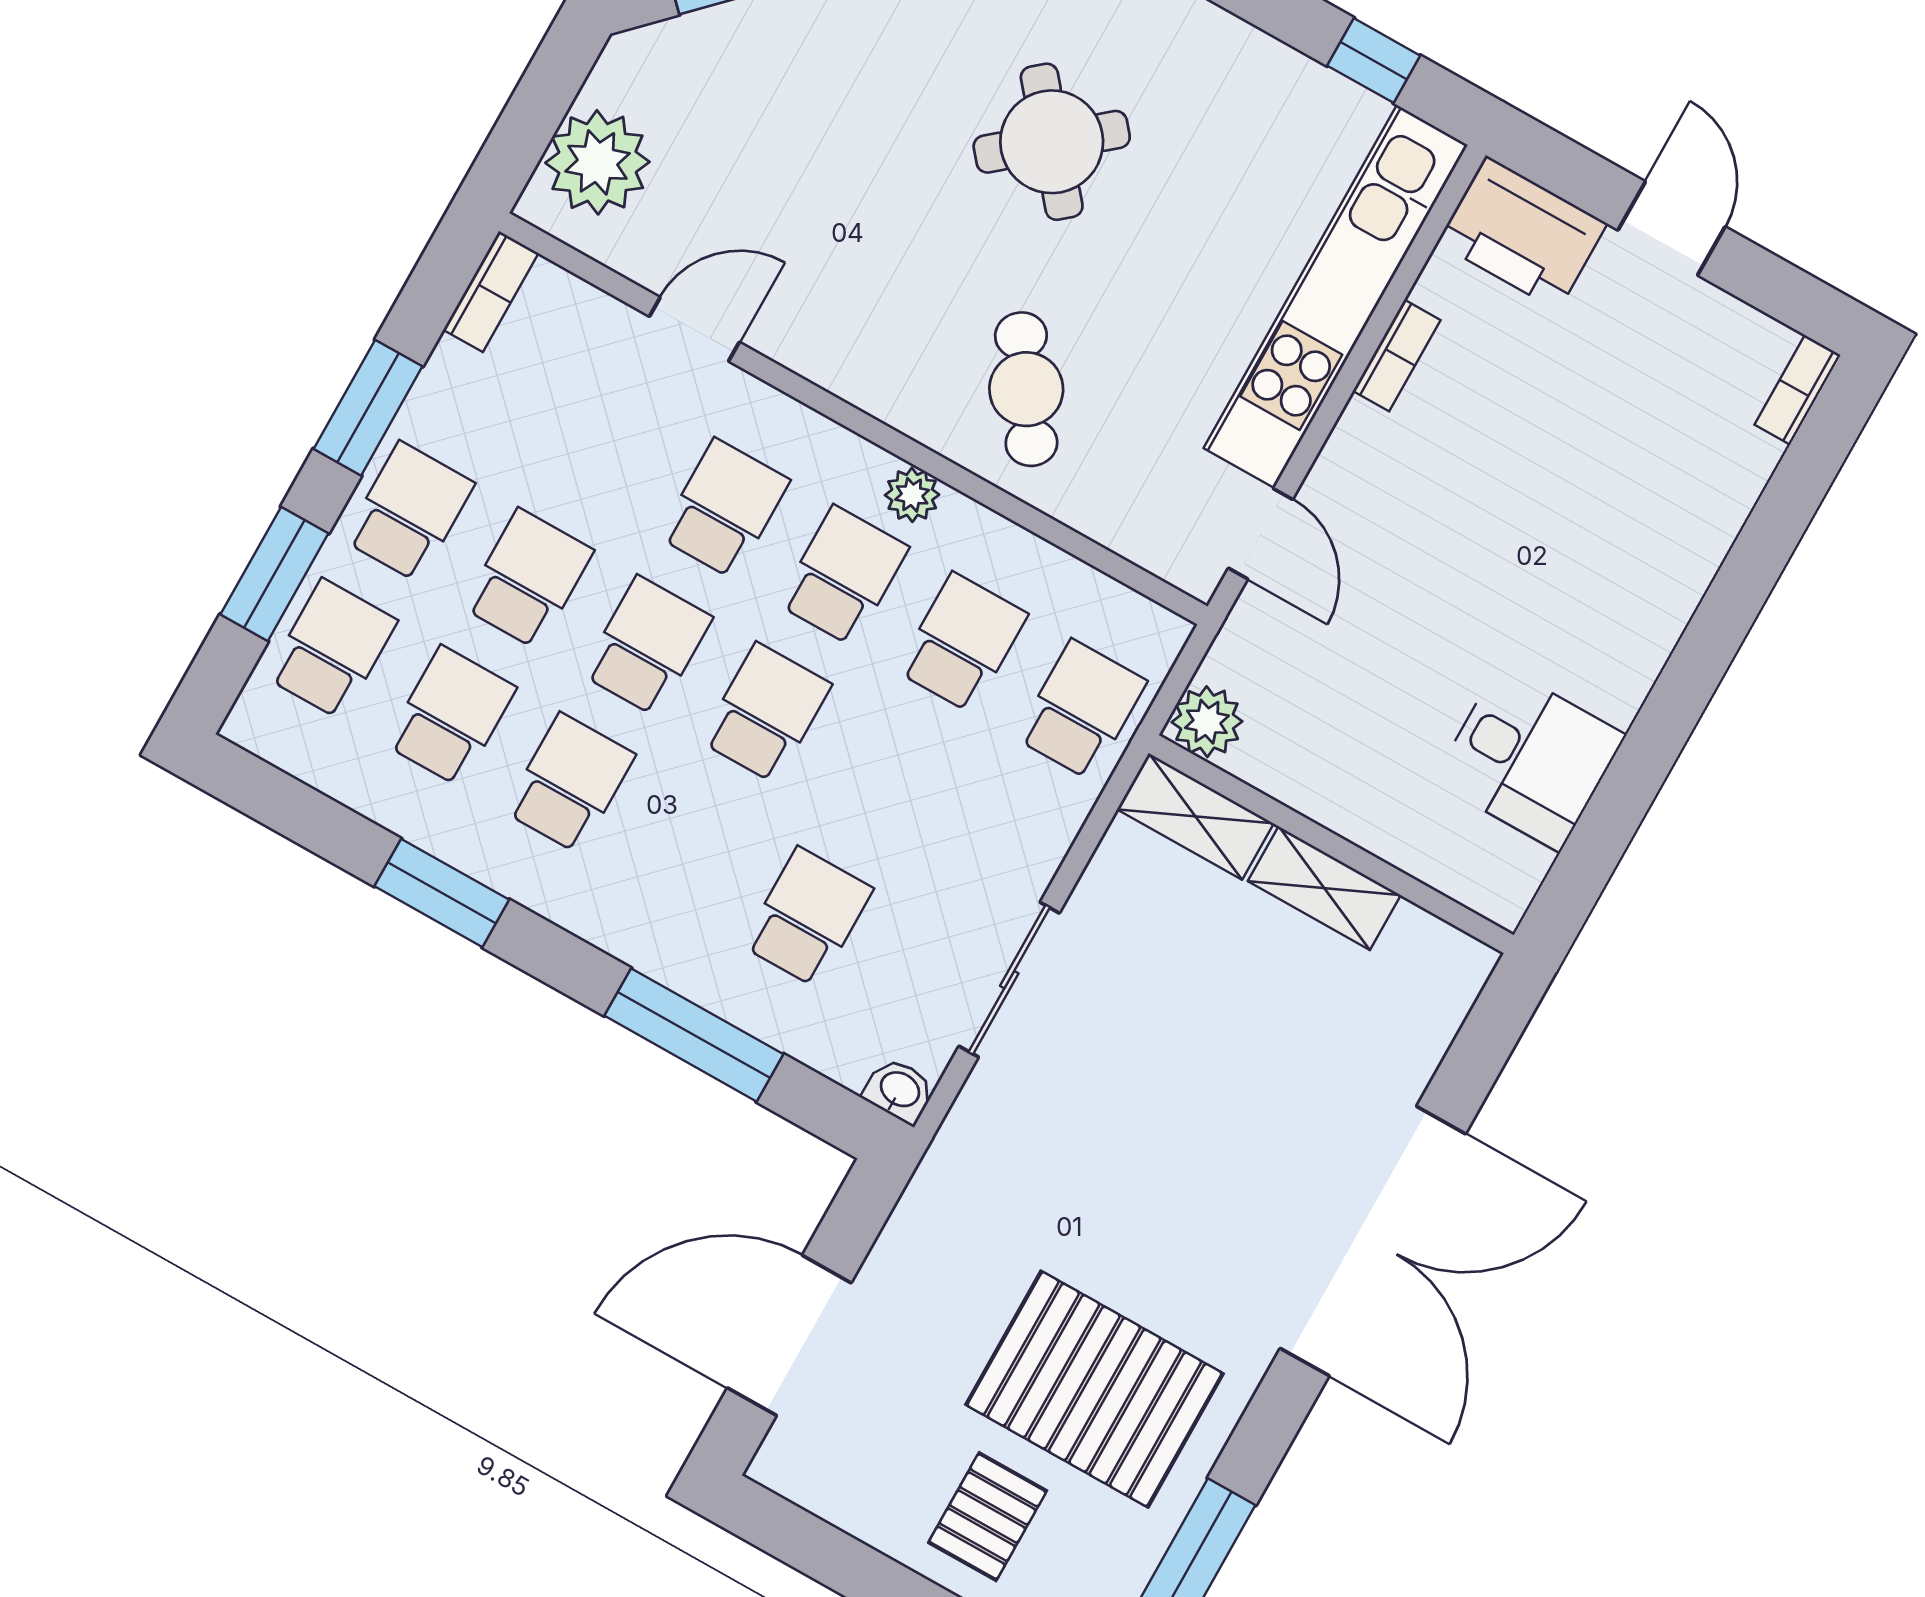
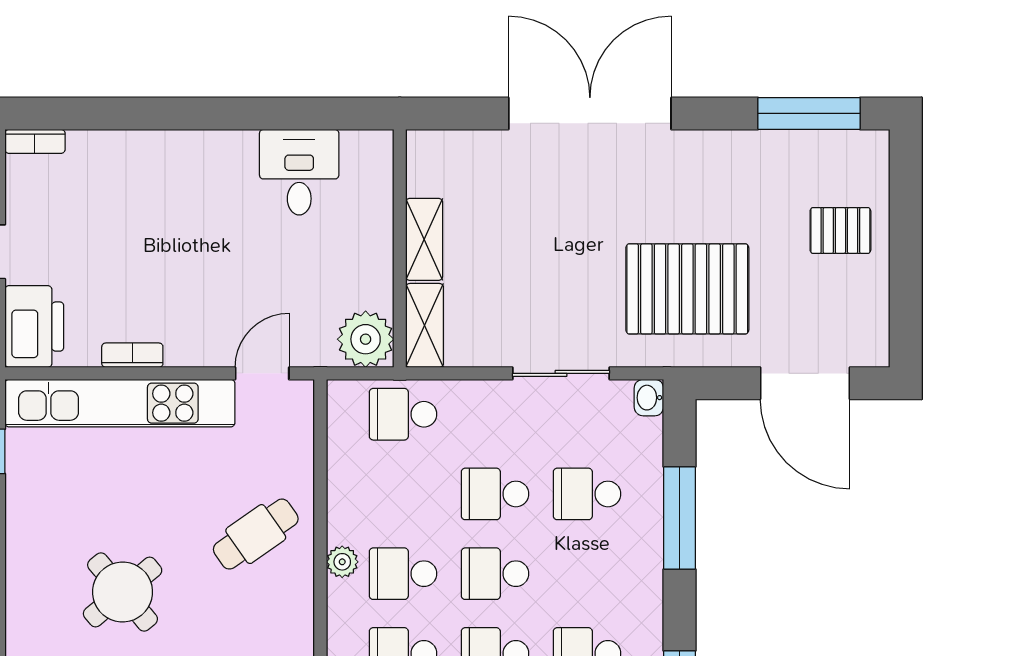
school desk: (962, 643) -> (495, 494), moved
plant: (1207, 722) -> (366, 339), width x1.36, depth x1.36
pallet: (1094, 1389) -> (687, 289), moved, turned 90

